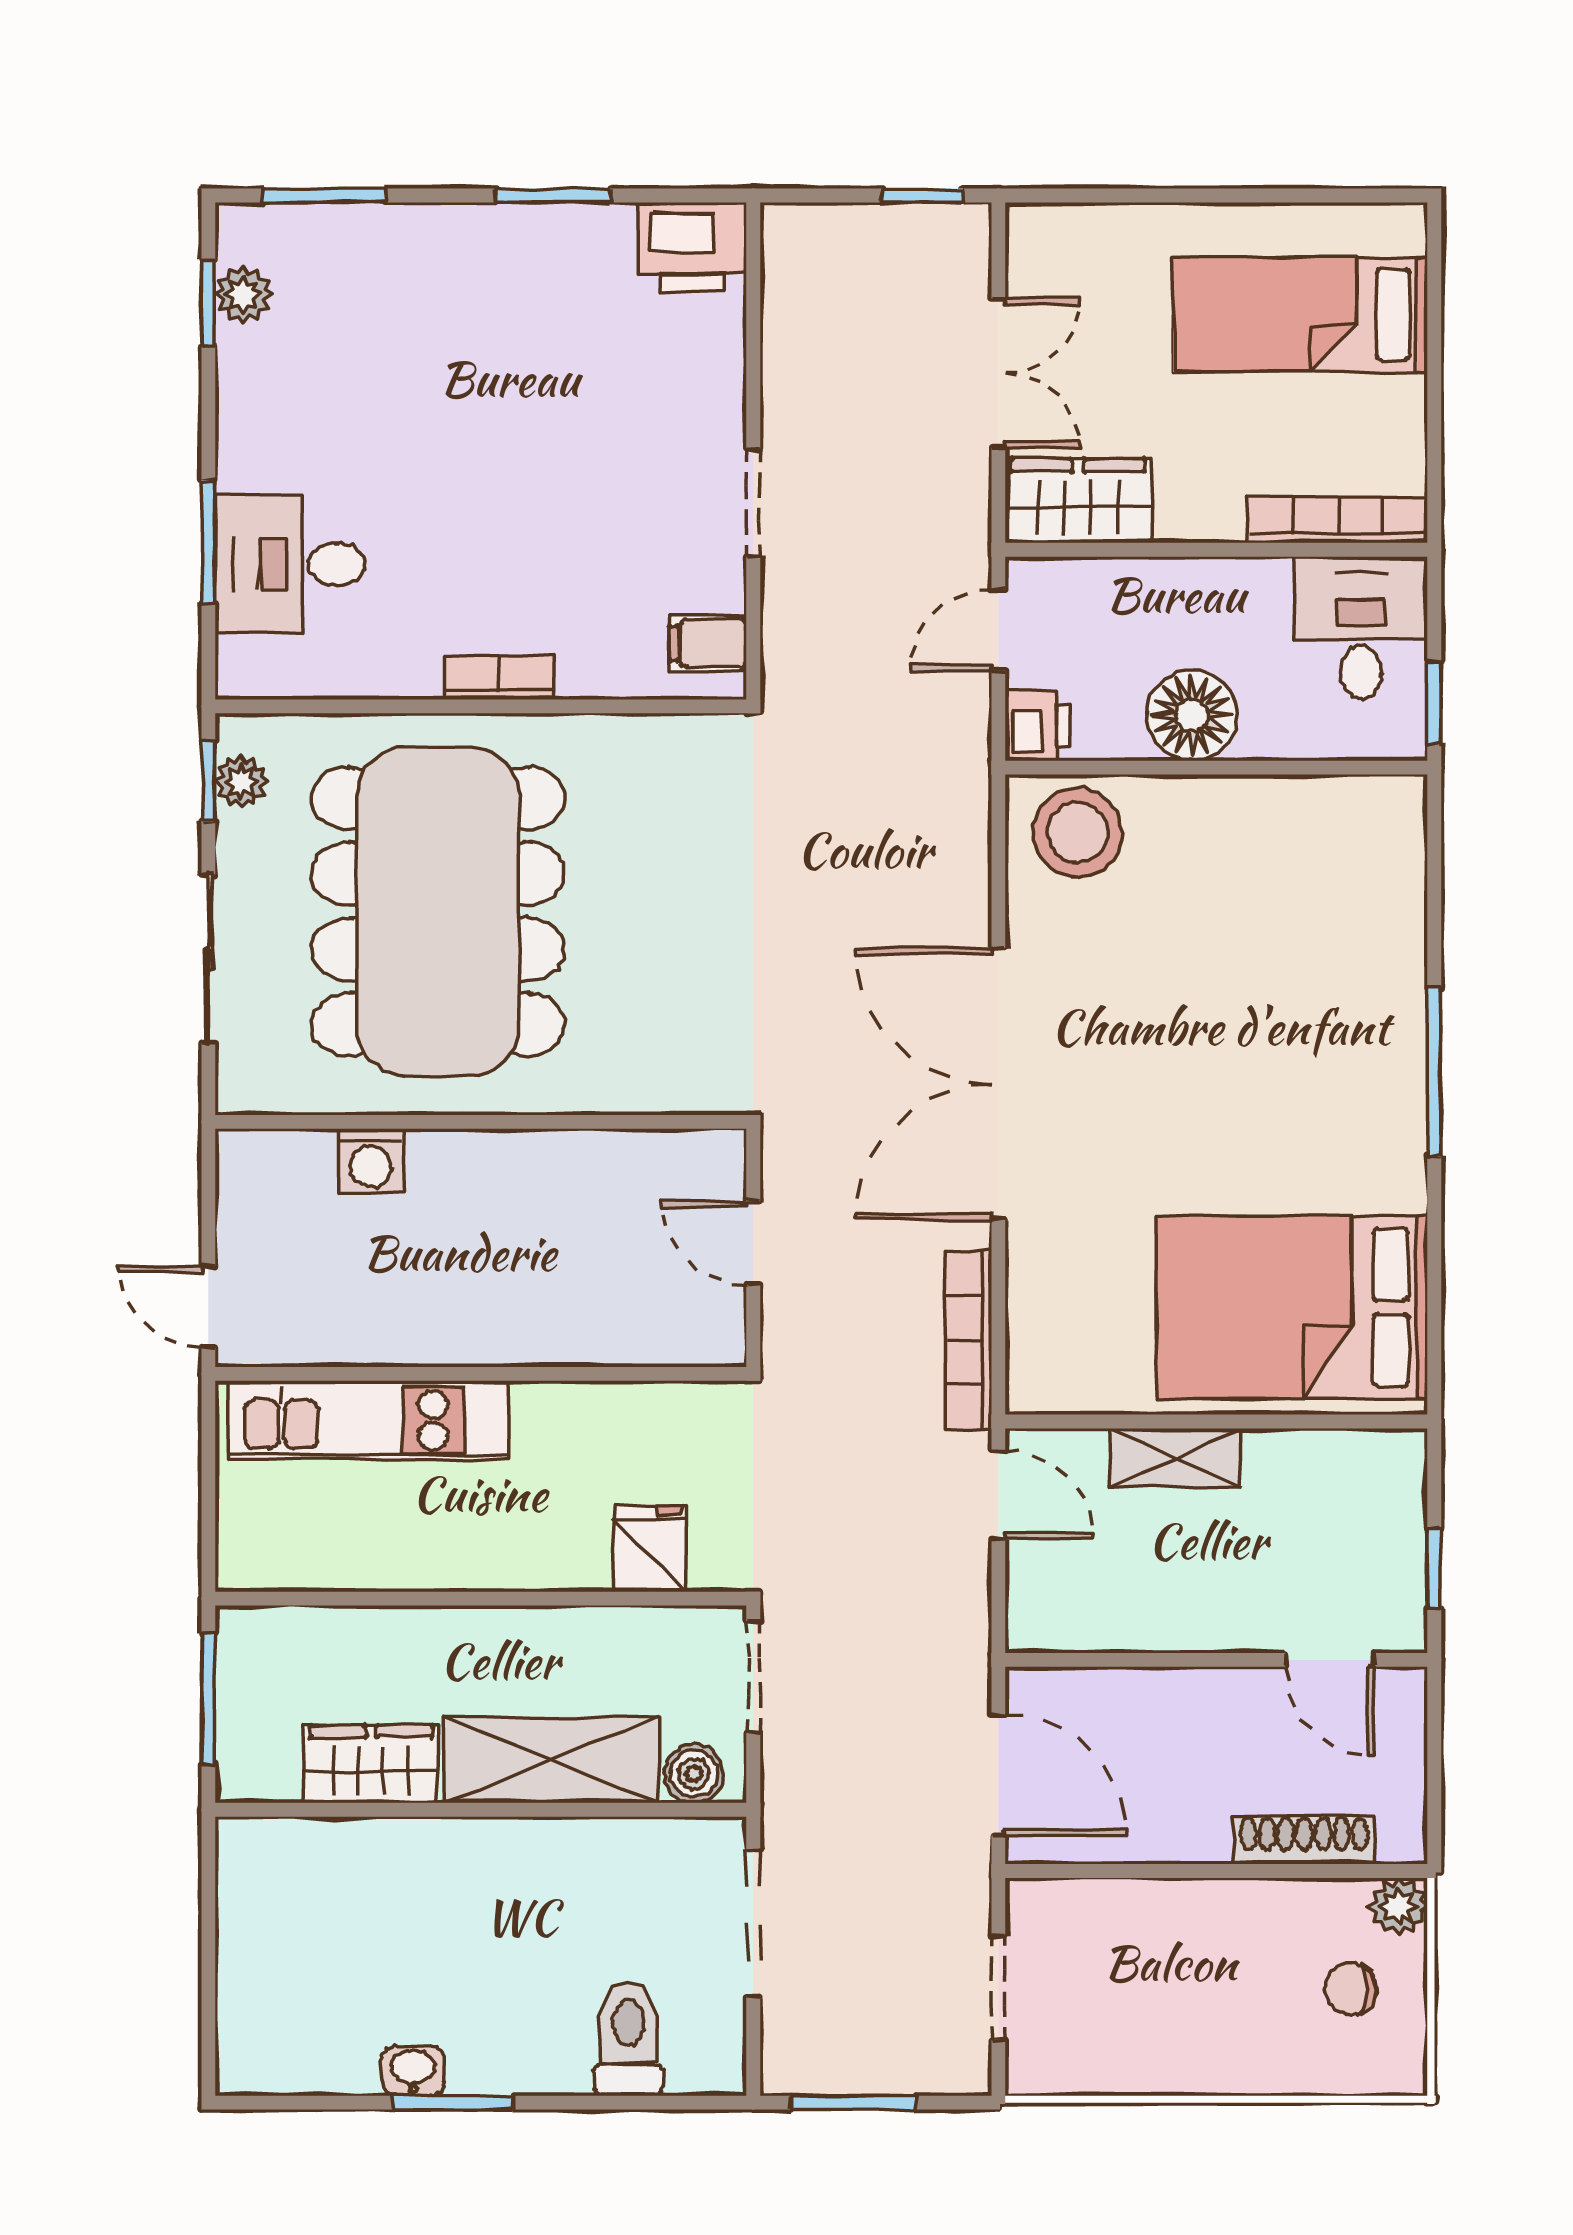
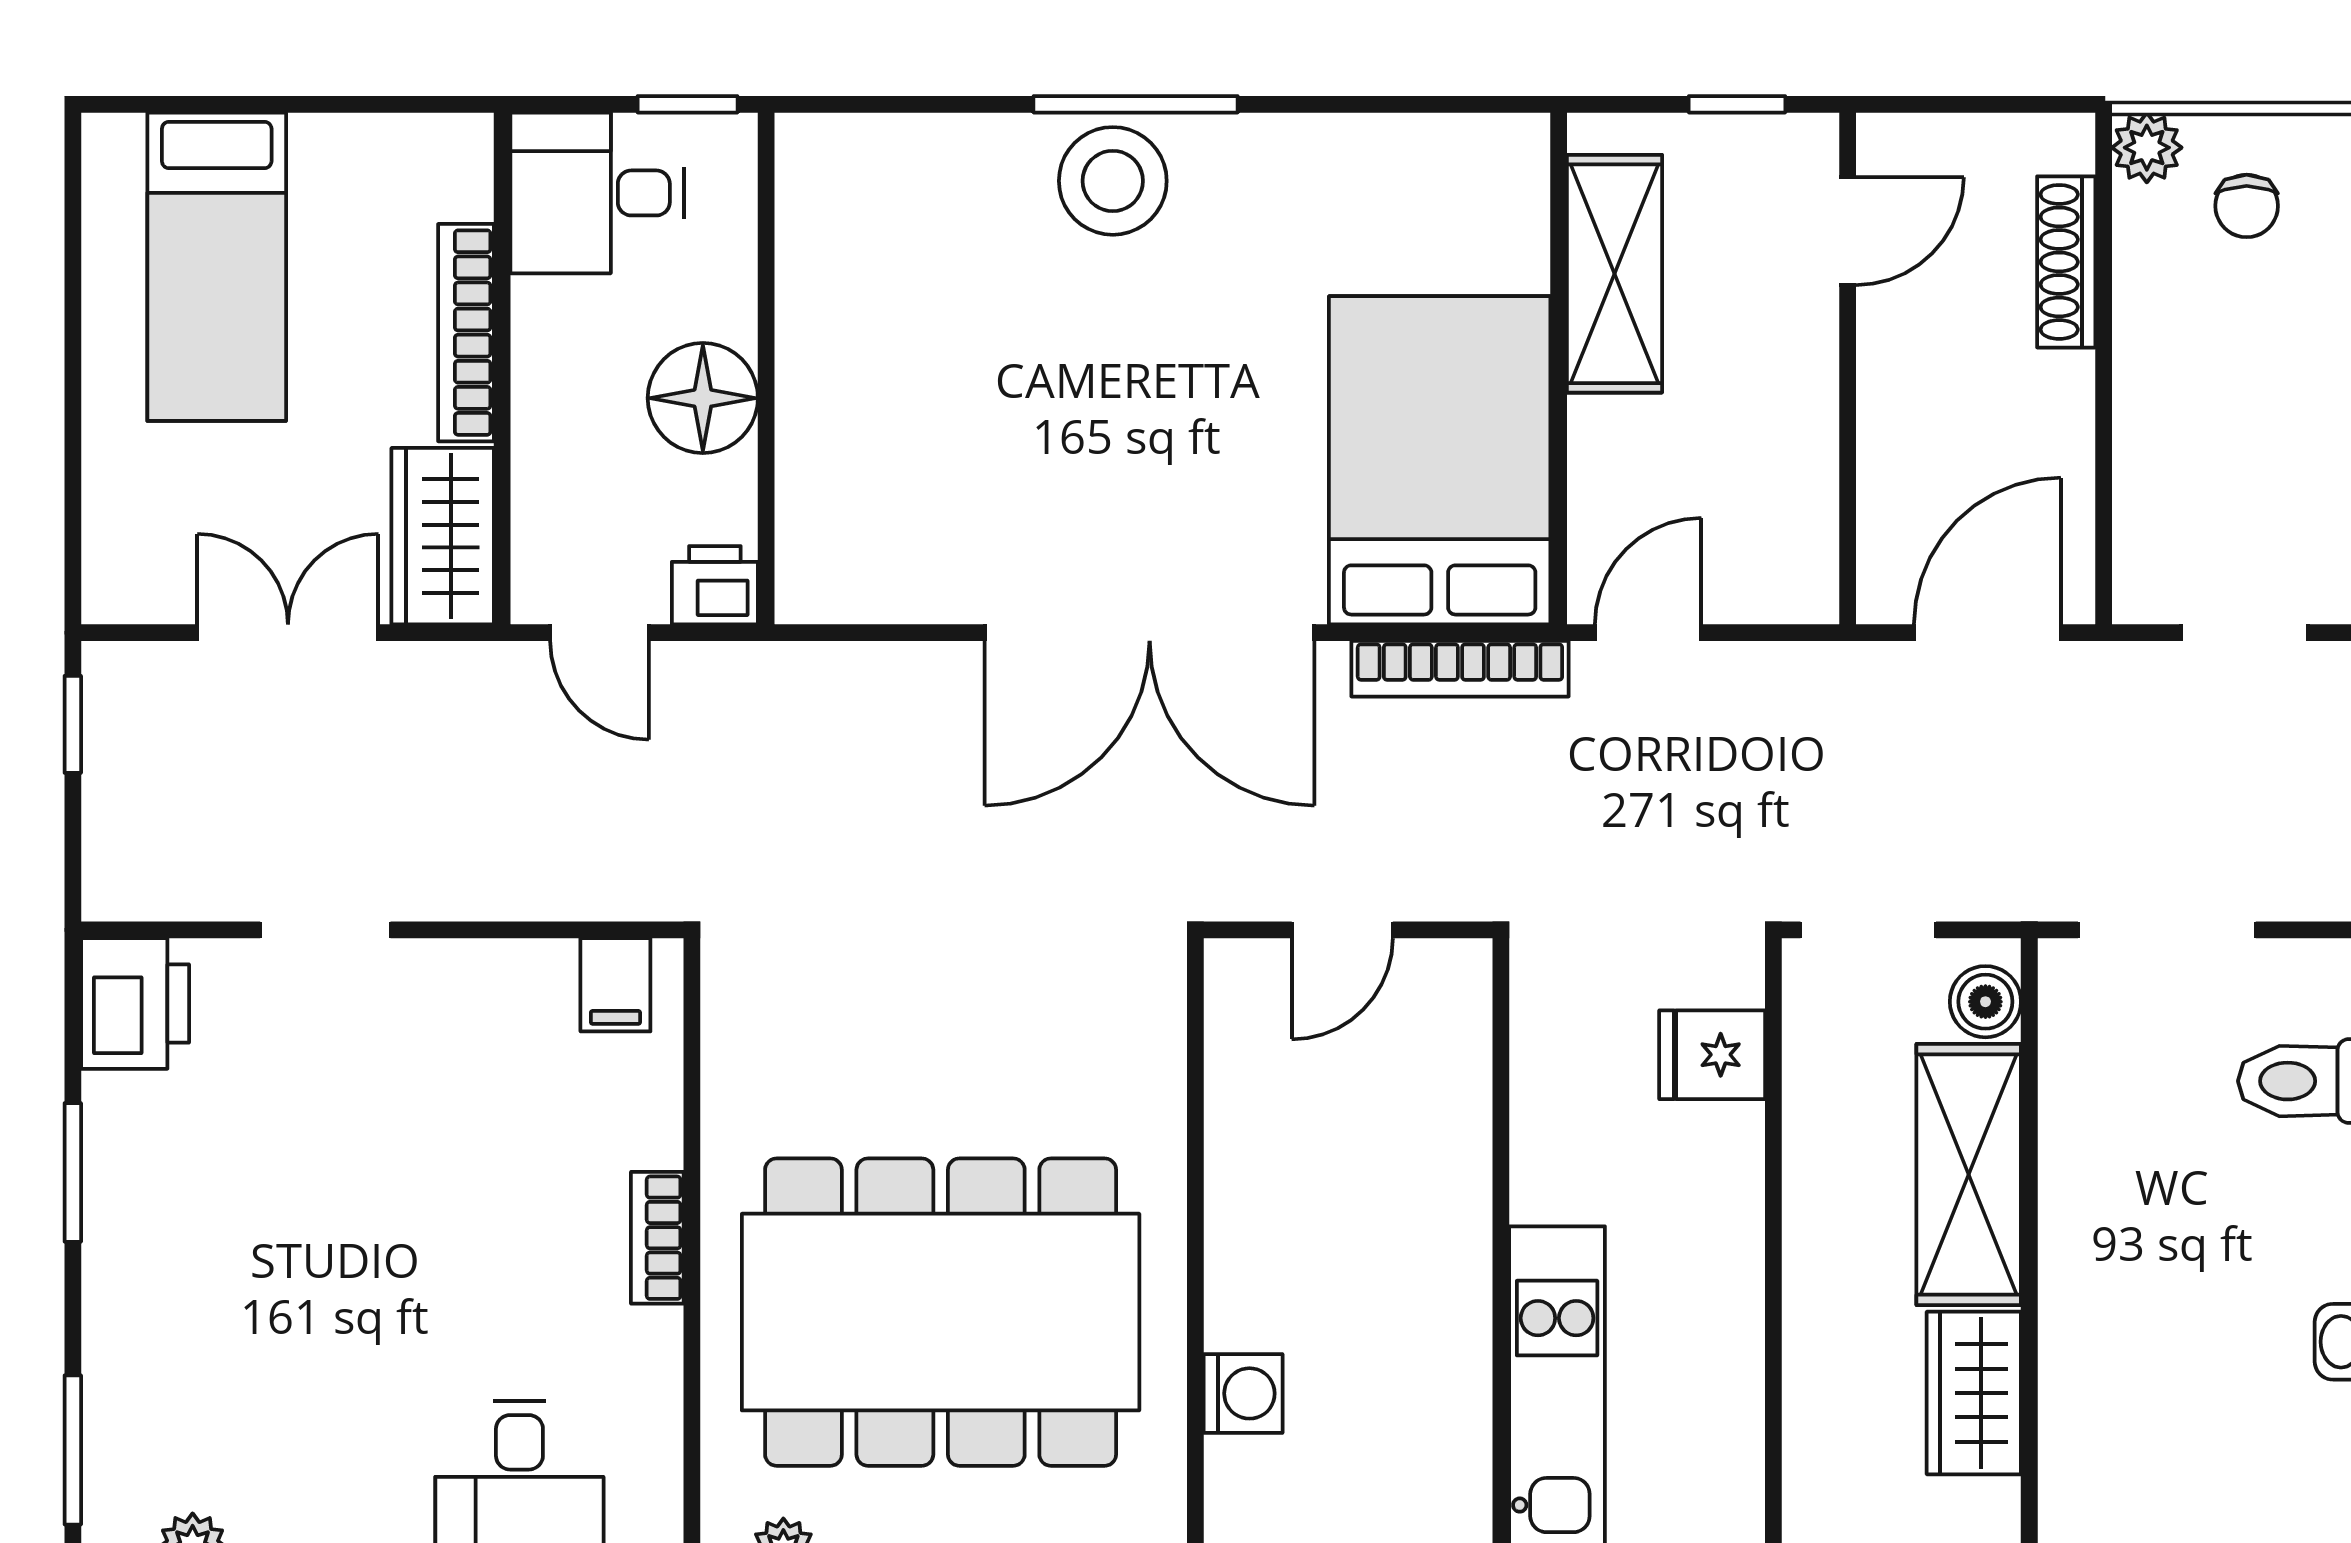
doorway: (753, 503) -> (325, 930), moved
bookcase: (1338, 520) -> (466, 333), moved
stool: (1077, 832) -> (1113, 181), moved
bed: (1292, 1308) -> (1440, 460), moved, turned 180
shelving: (1175, 1458) -> (1615, 274), moved, width x1.50, depth x1.33

